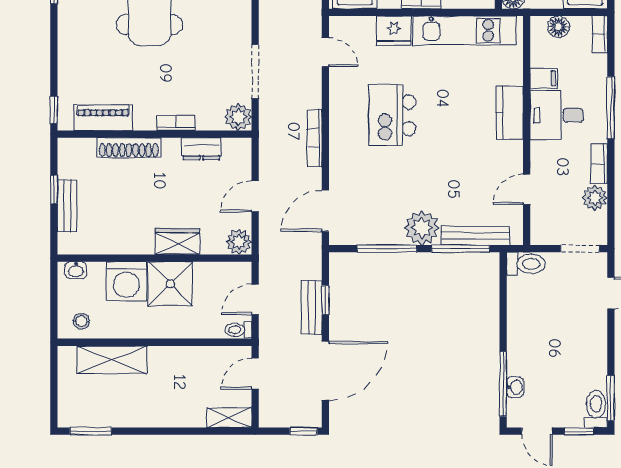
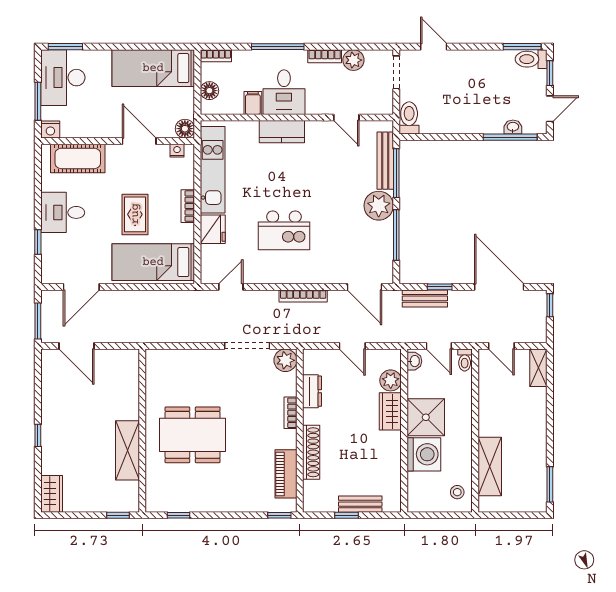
plant: (239, 242) -> (391, 380), moved
washbasin: (76, 270) -> (414, 361), moved
bench: (312, 308) -> (425, 298), moved

